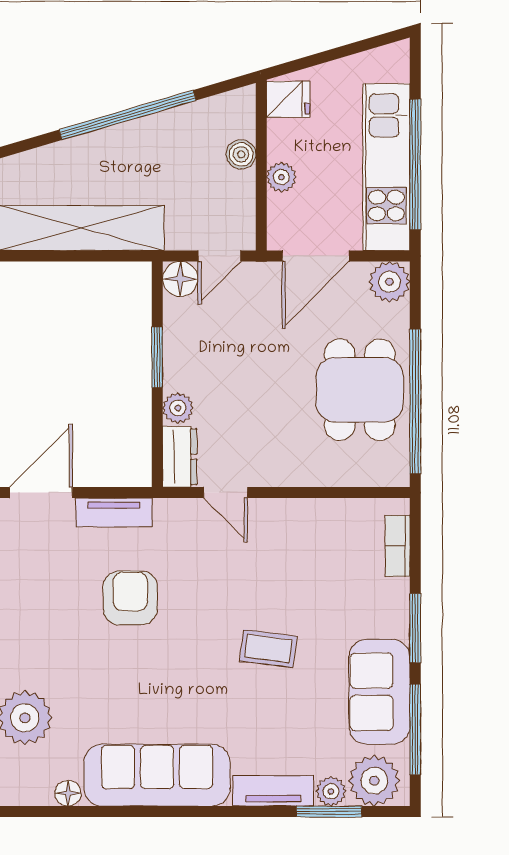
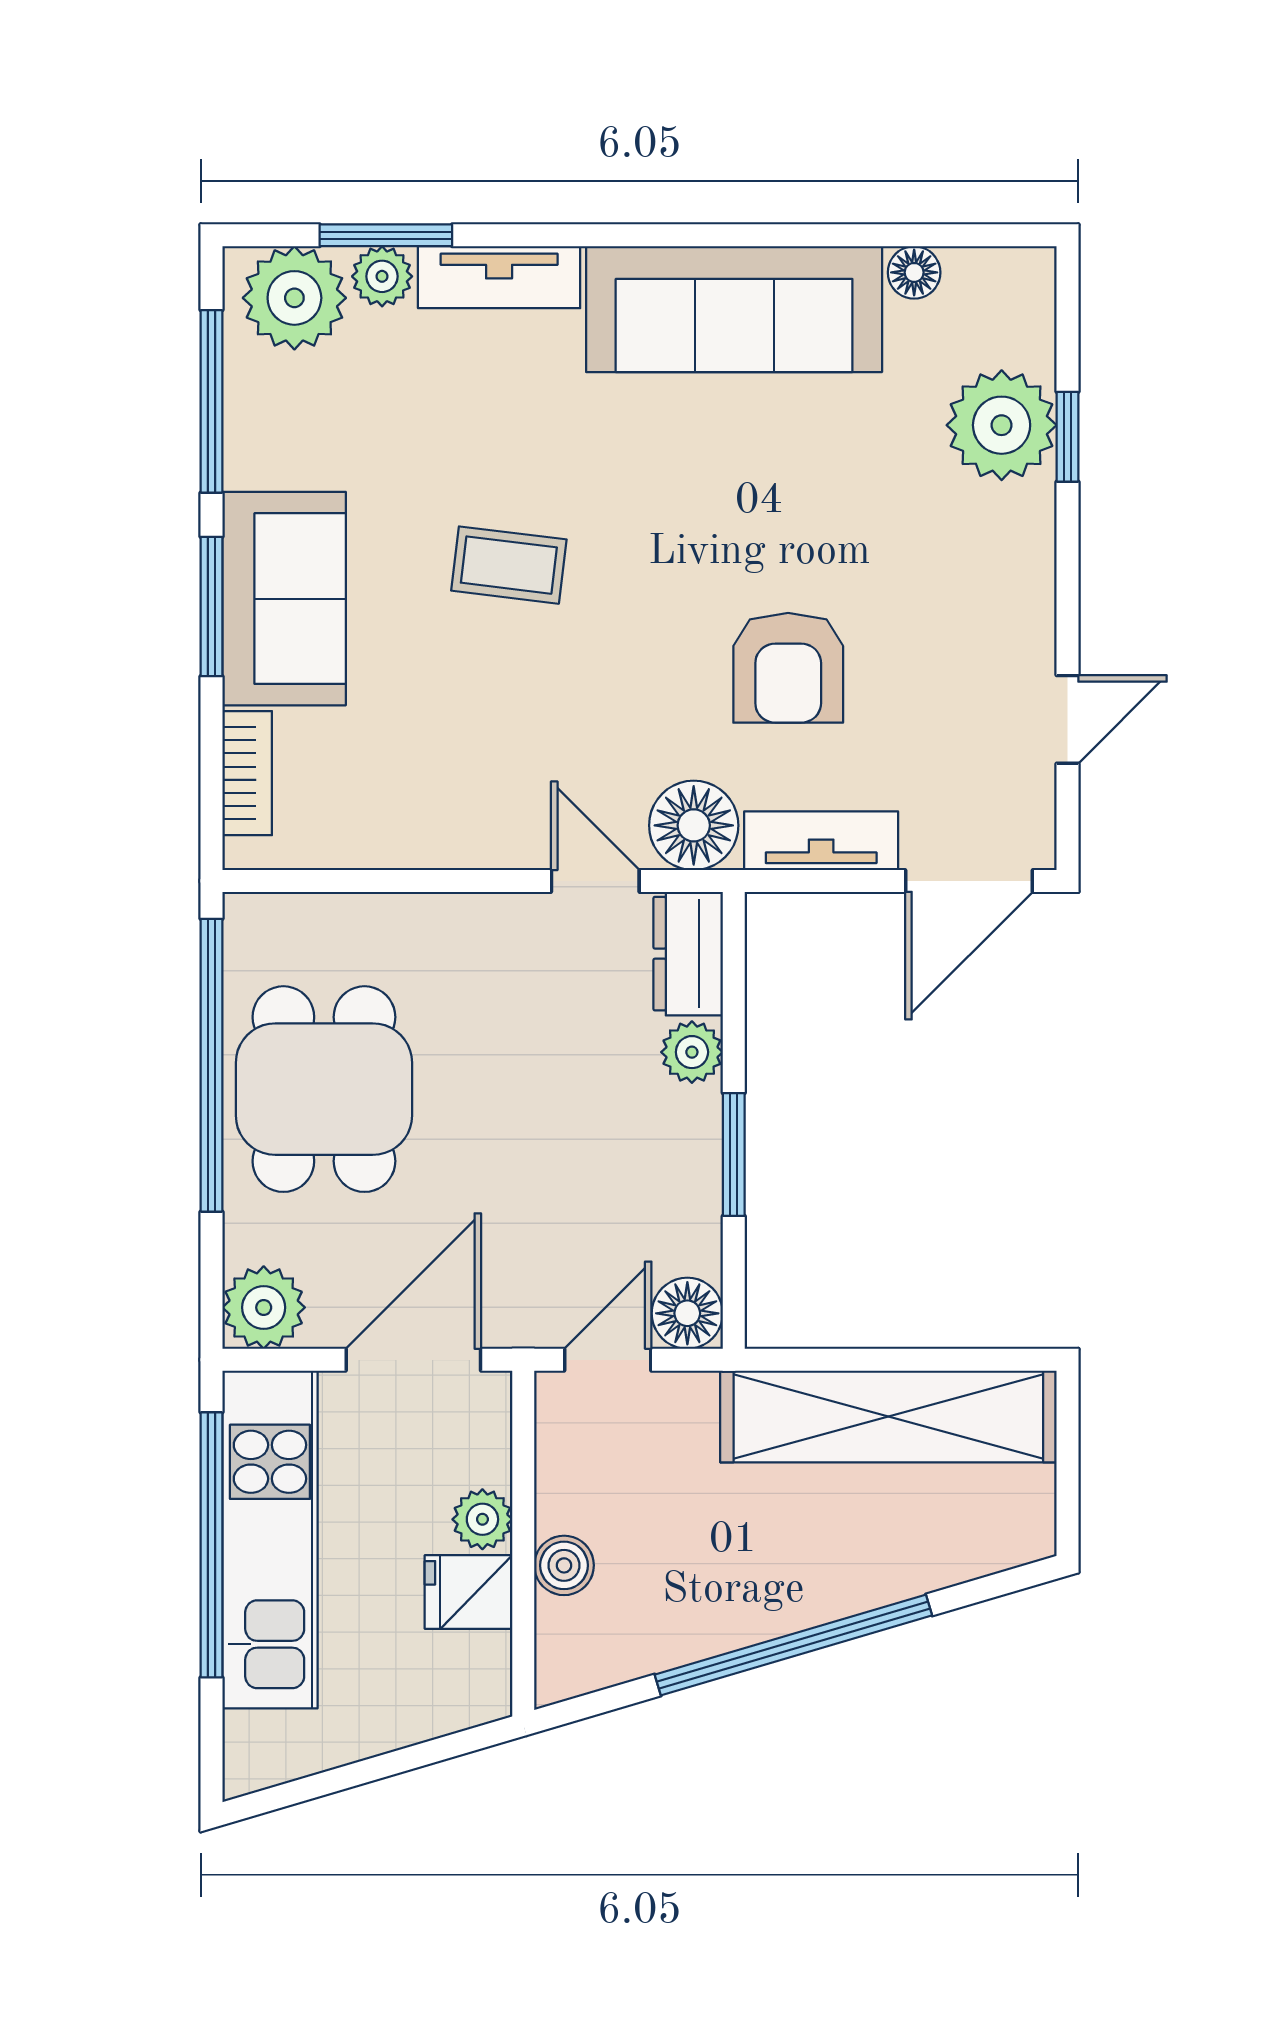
fridge: (288, 99) -> (469, 1592), moved
floor lamp: (177, 520) -> (694, 825), added
sofa: (379, 692) -> (284, 599), moved

